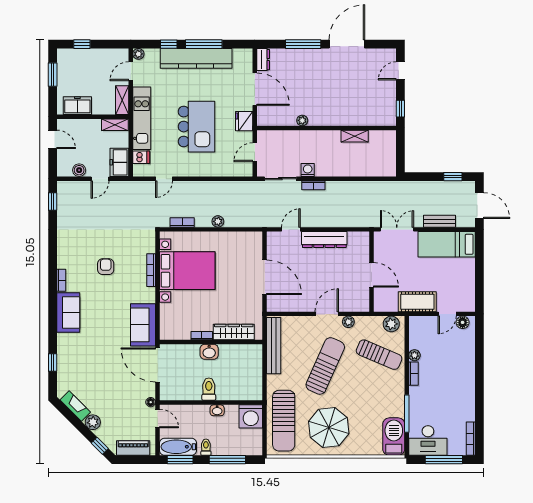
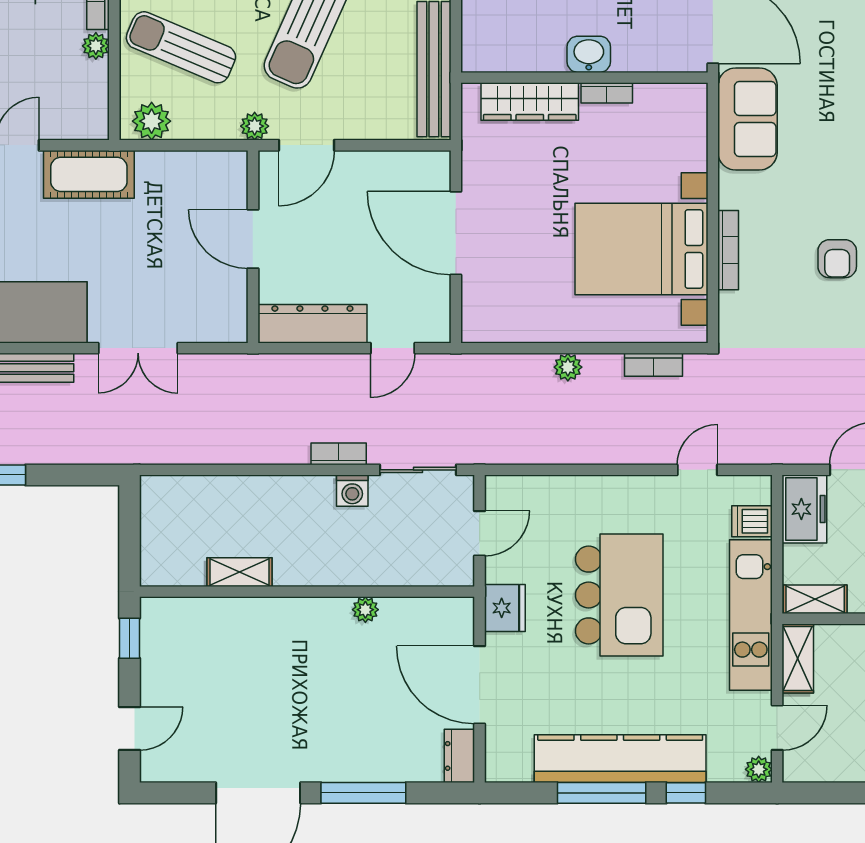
kitchen island: (196, 127) -> (619, 595), turned 180
wall: (372, 272) -> (253, 247), moved
door: (372, 275) -> (253, 239), moved

